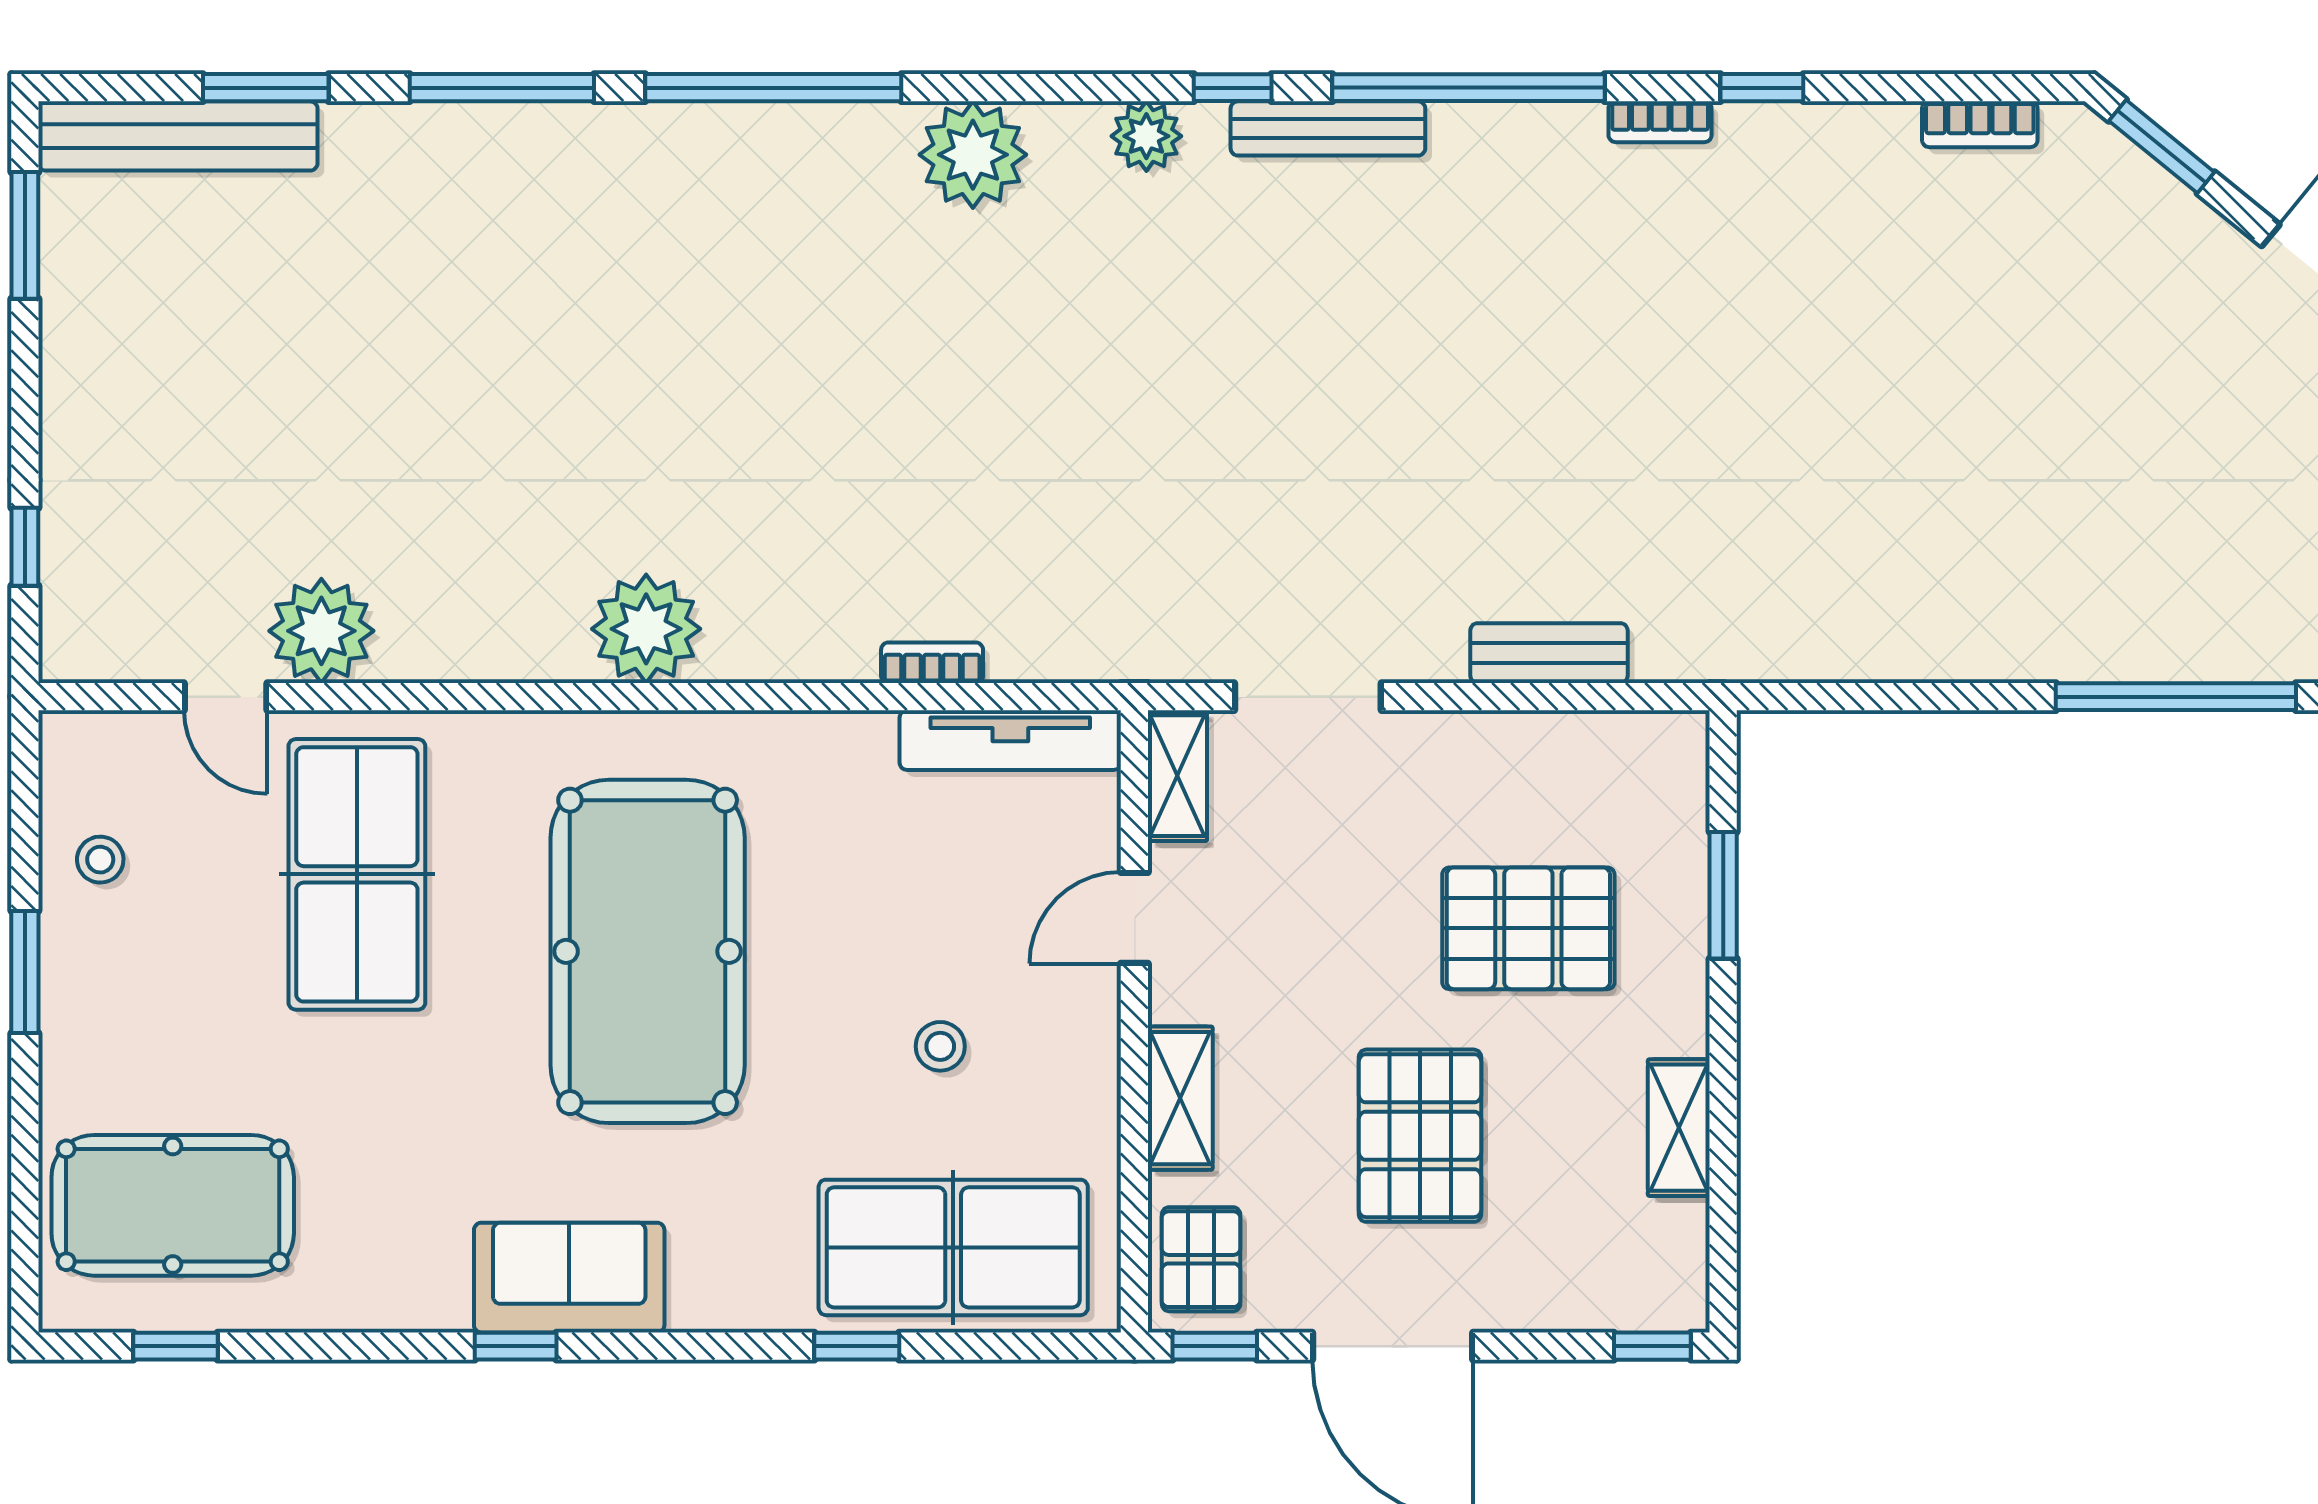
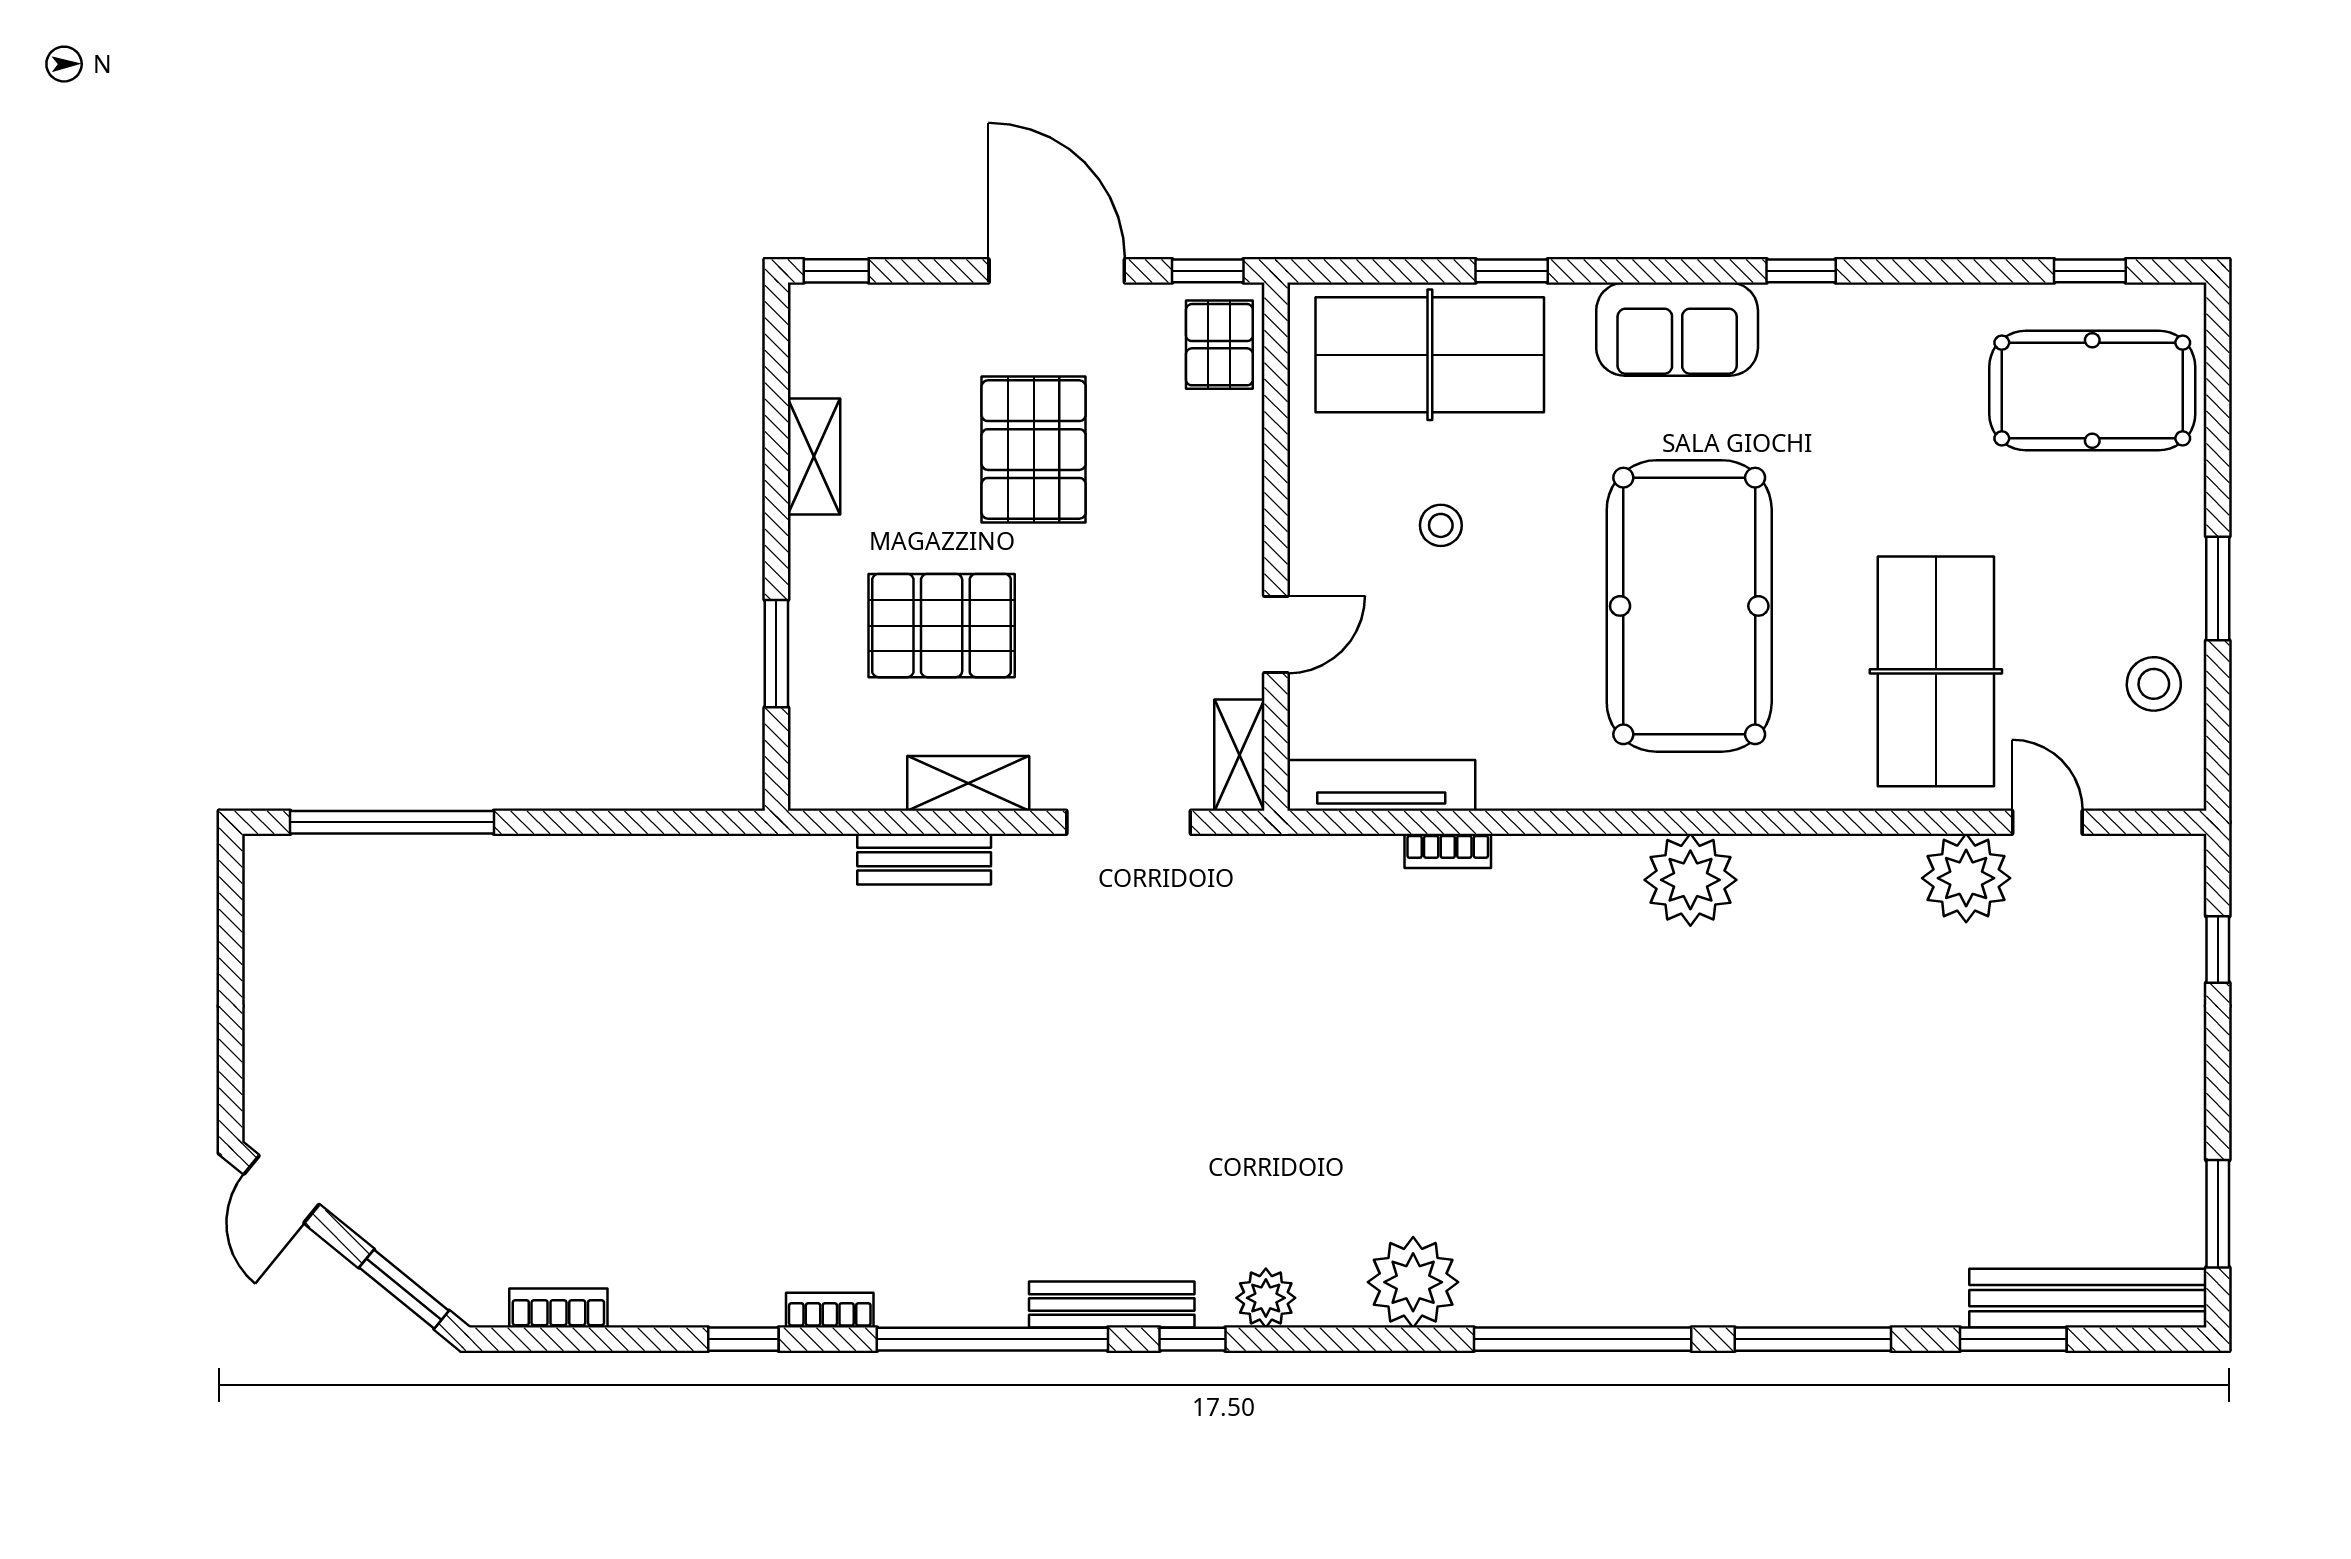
stool: (100, 860) -> (2154, 684), width x1.37, depth x1.37
shelving: (1180, 1098) -> (968, 783), moved, turned 90
sofa: (569, 1278) -> (1677, 329), moved

